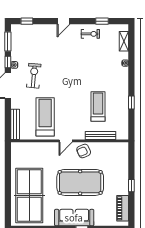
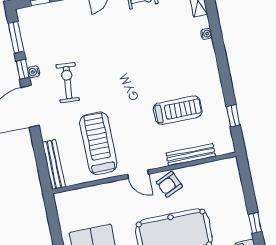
window: (131, 103) -> (233, 116), moved
treadmill: (98, 106) -> (178, 110), turned 90
door: (66, 141) -> (138, 174), hinge flipped

